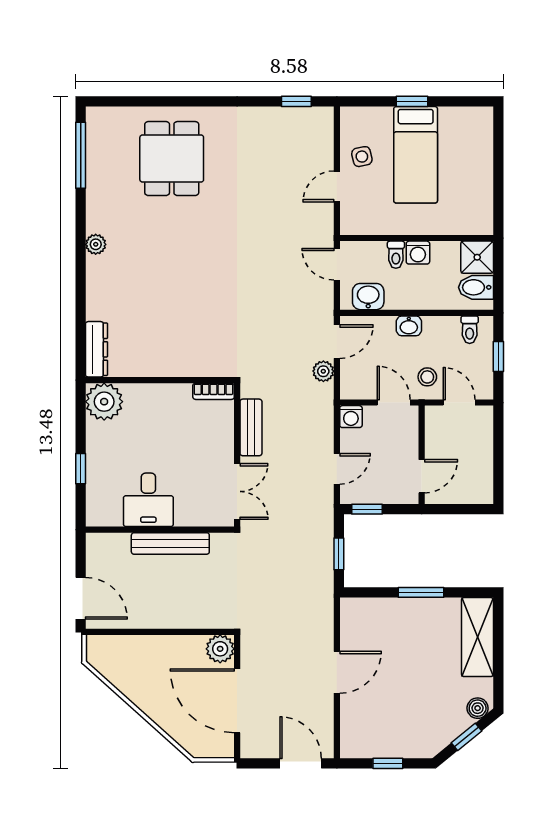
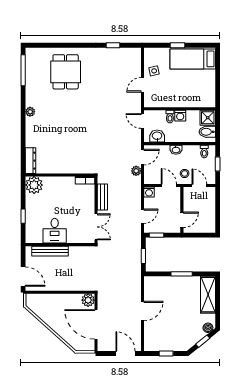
window: (296, 101) -> (113, 45), moved
bed: (416, 155) -> (193, 59), moved, turned 90
bench: (170, 543) -> (50, 251), moved

